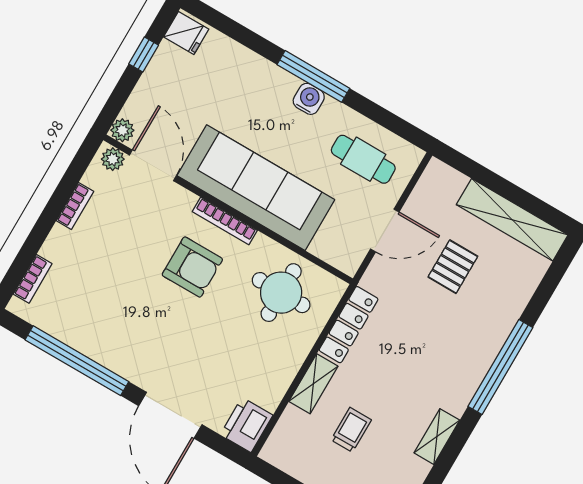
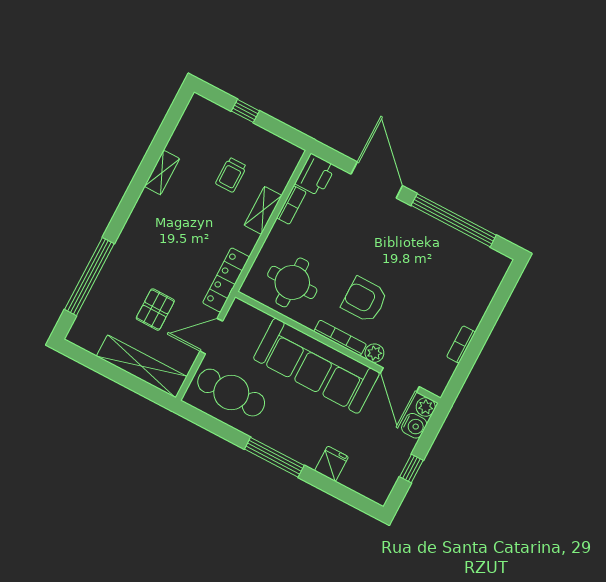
fridge: (186, 33) -> (332, 464), moved, turned 90
water cooler: (309, 99) -> (414, 426), moved, turned -90
plant: (113, 159) -> (374, 353), moved
cafe table: (363, 159) -> (231, 393), width x1.37, depth x1.35
shelving: (512, 220) -> (142, 366), moved
bookcase: (33, 279) -> (291, 205), moved, turned 180
locker: (349, 325) -> (226, 280), moved
window: (500, 367) -> (89, 277), moved

